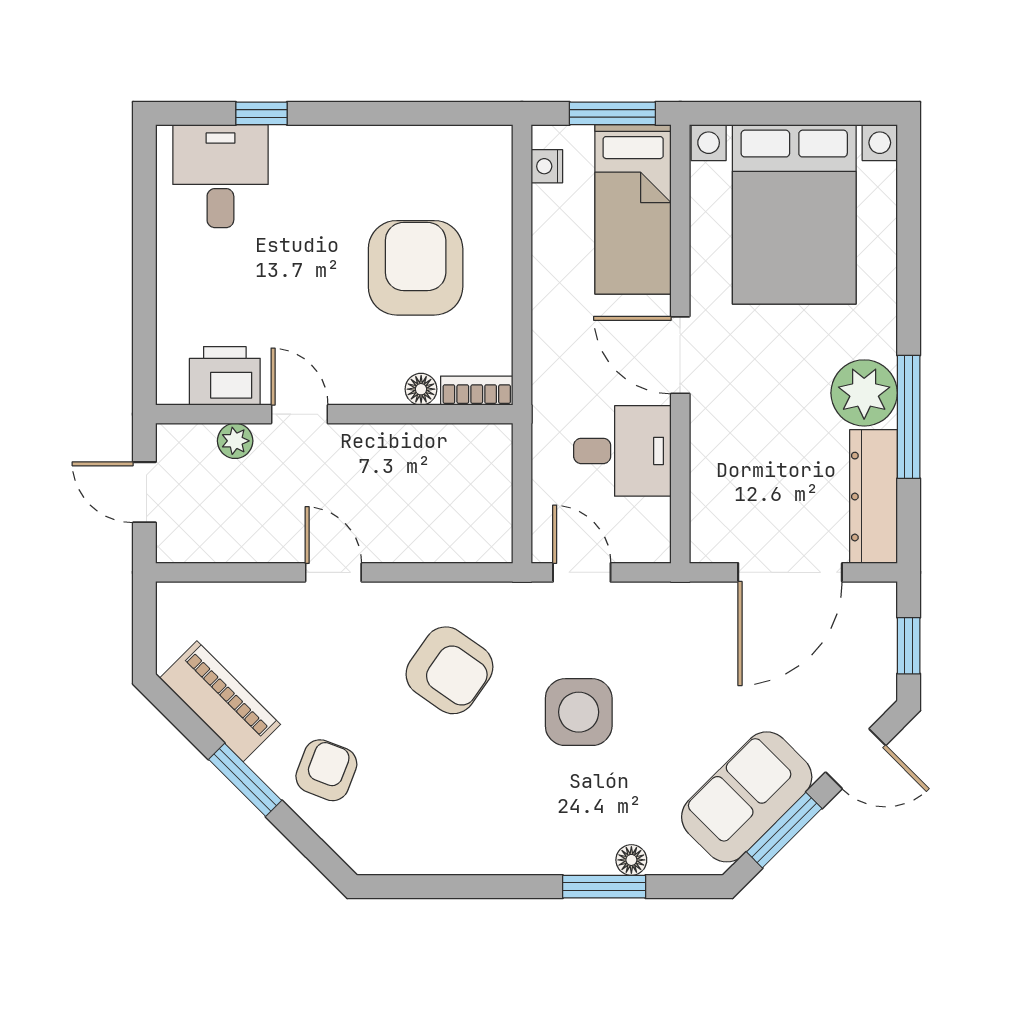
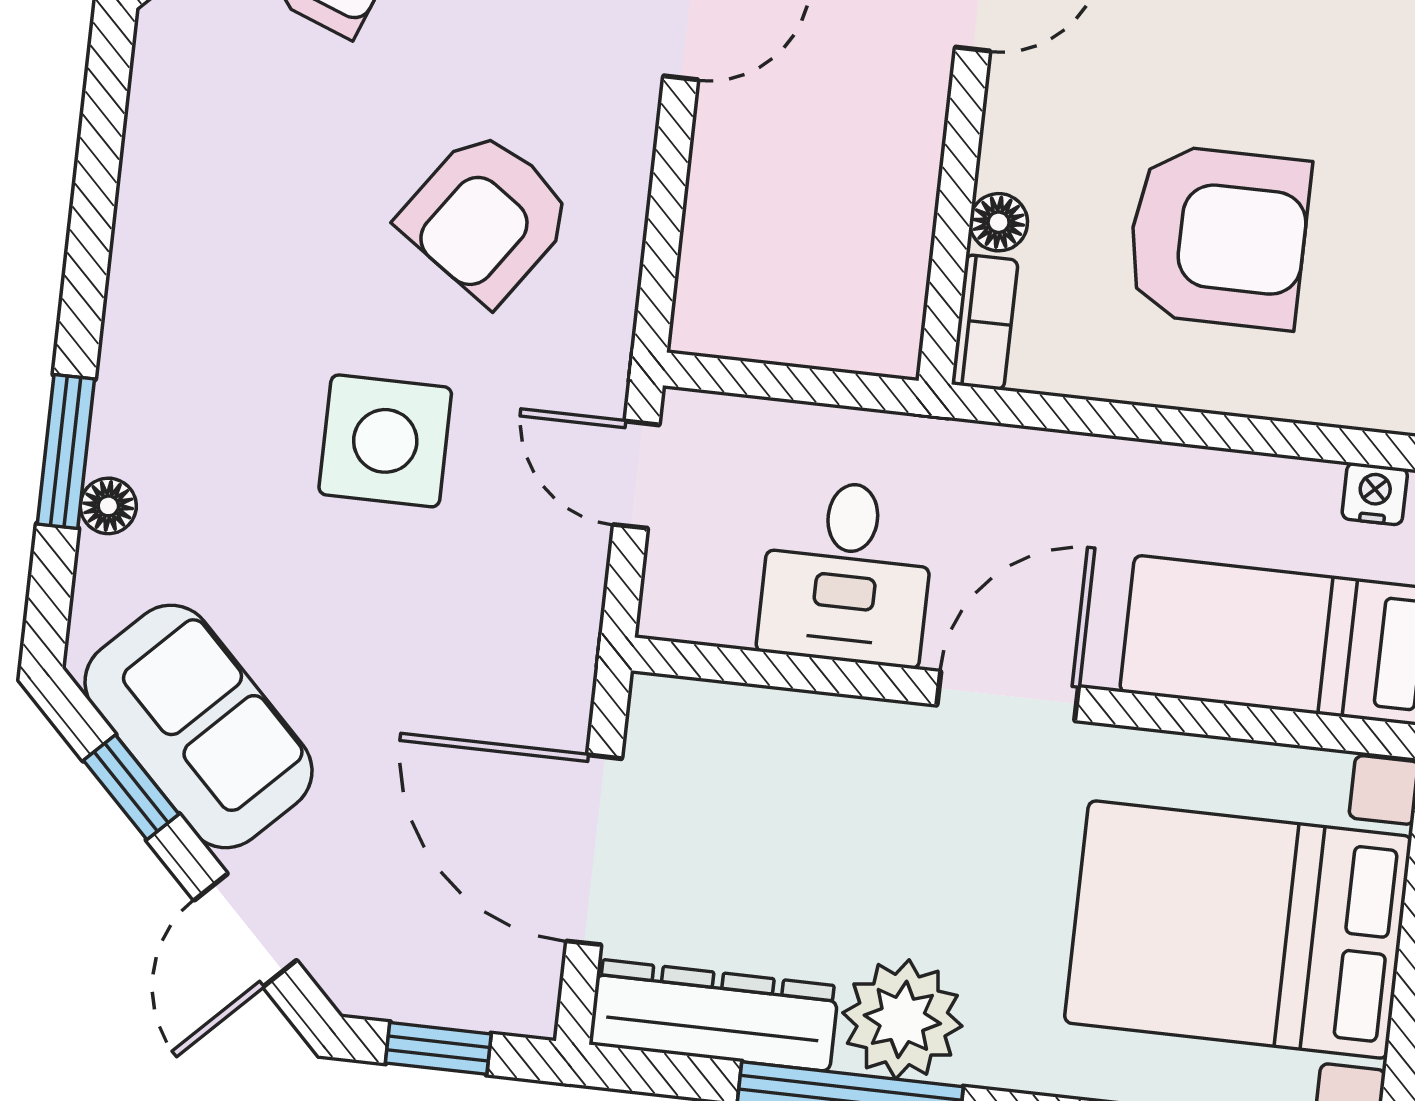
door: (582, 572) -> (636, 475), swing flipped
window: (784, 830) -> (131, 787), width x0.67

